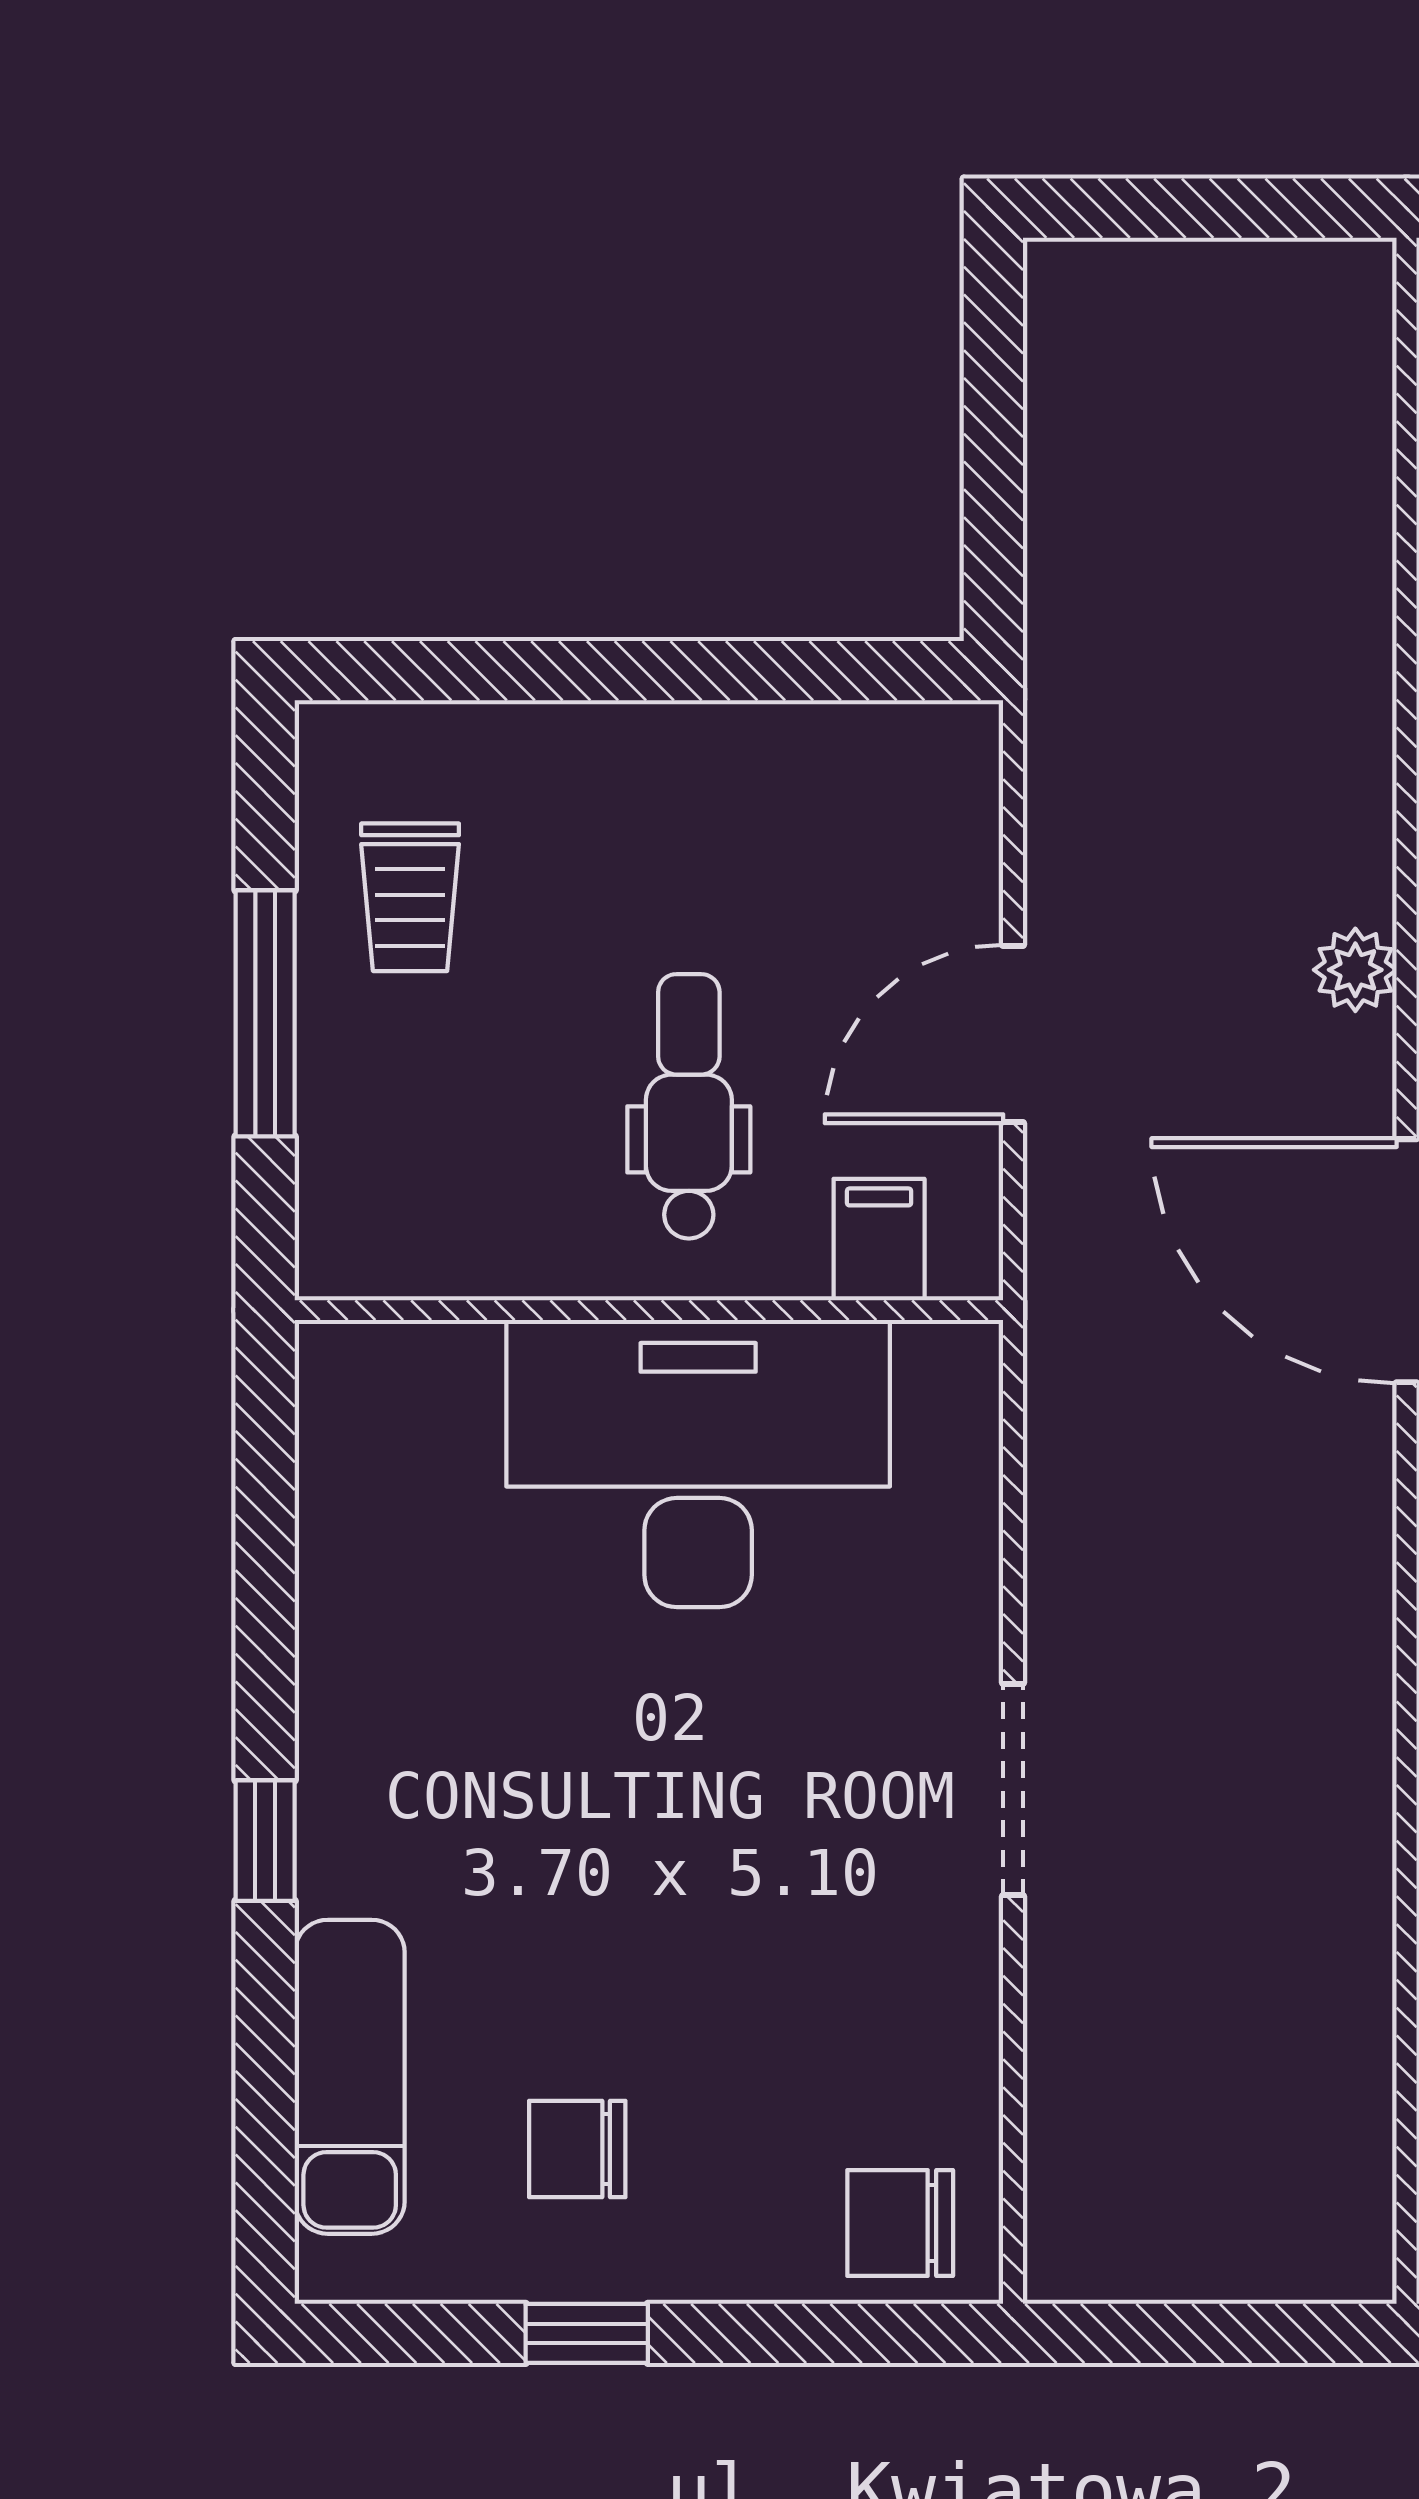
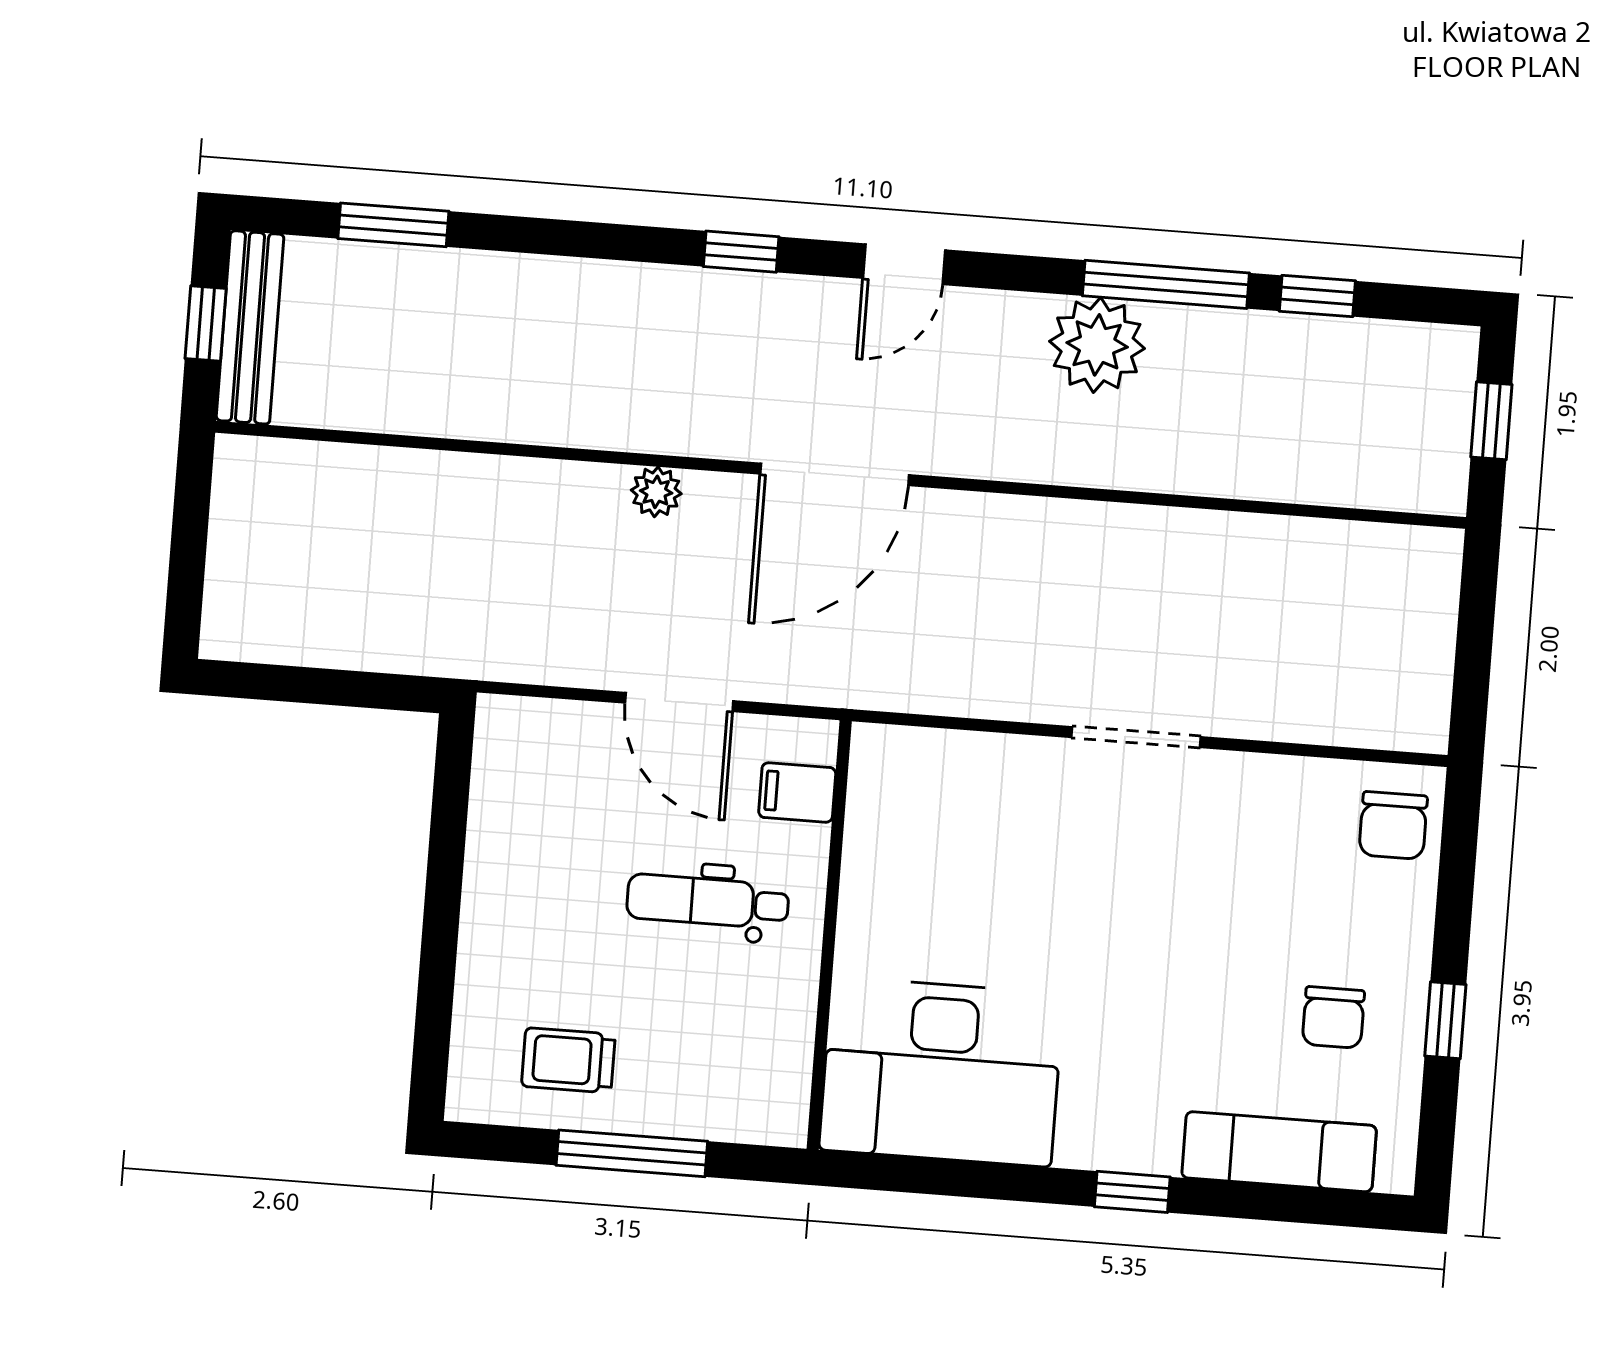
trolley: (410, 897) -> (568, 1060), turned 180
desk: (698, 1464) -> (941, 1072), moved, turned -90

